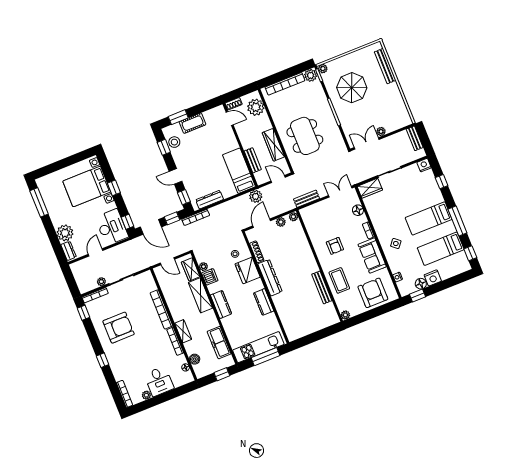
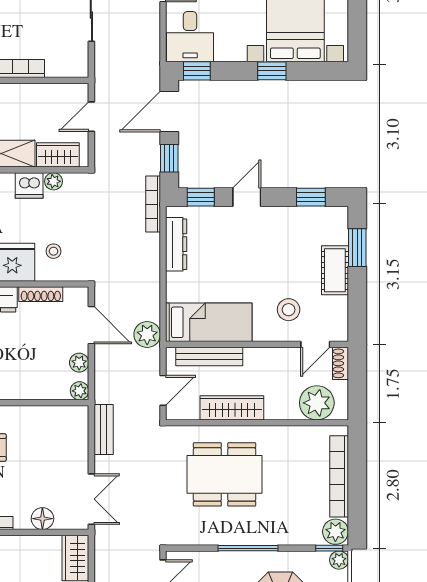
stool: (174, 142) -> (289, 310), moved
bench: (253, 160) -> (209, 356), width x1.36
desk: (112, 227) -> (190, 37), width x0.73

